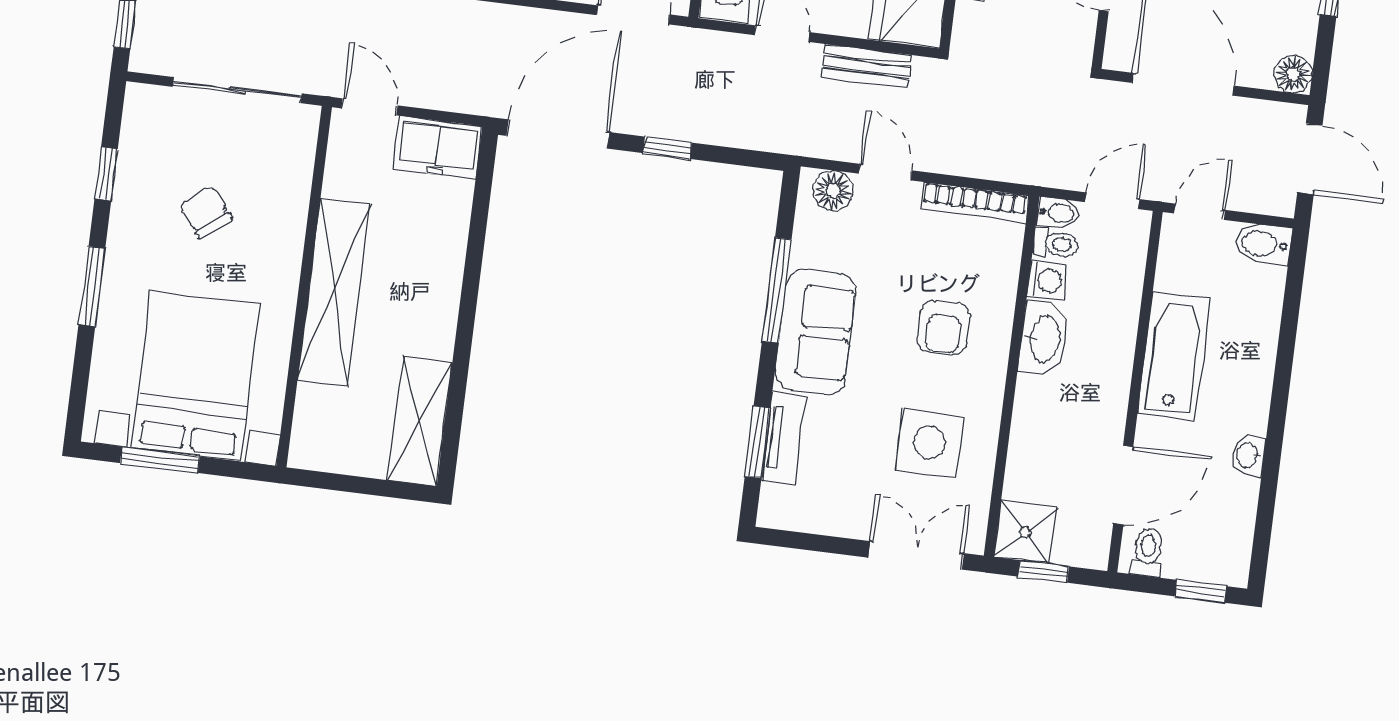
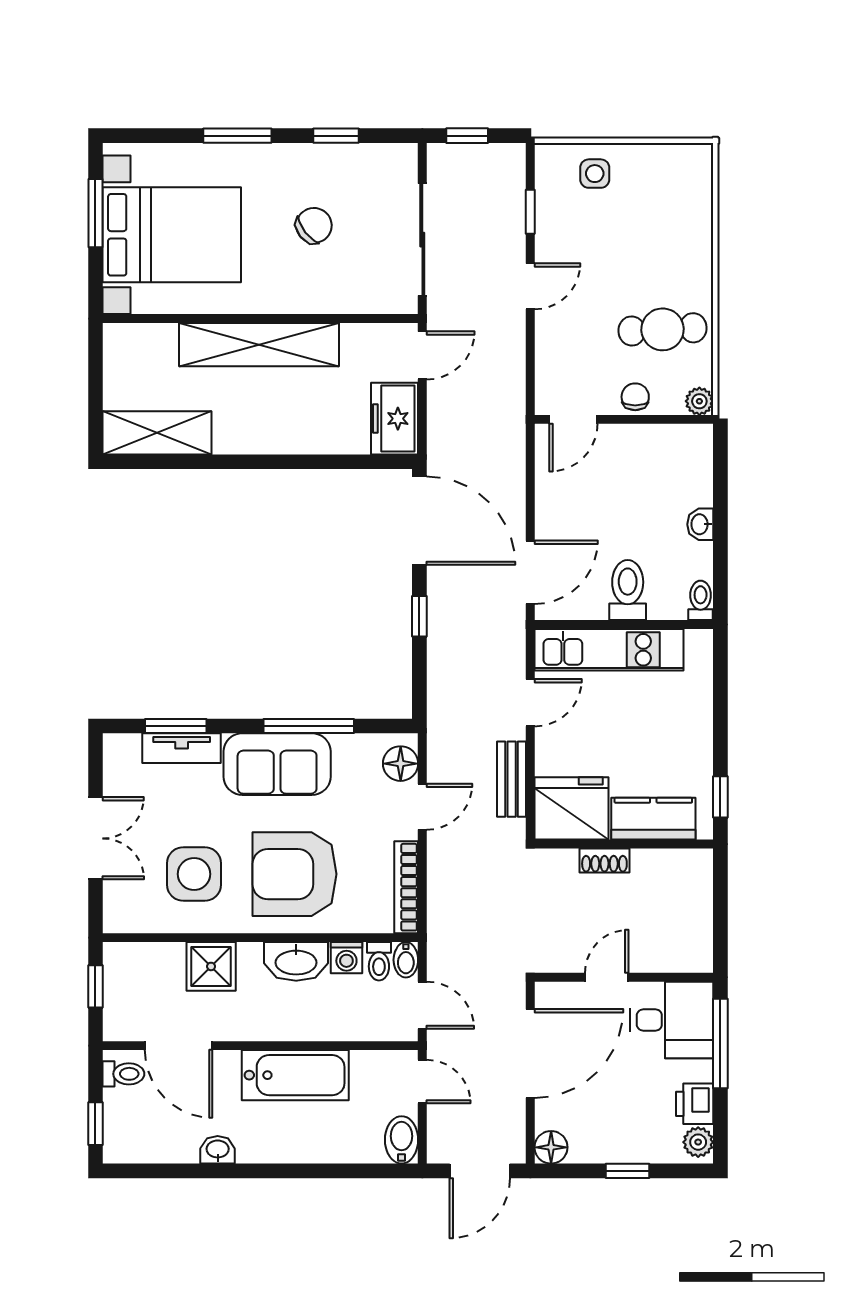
armchair: (944, 328) -> (295, 874), width x1.88, depth x1.88
shower: (1025, 532) -> (211, 966), moved
double door: (916, 555) -> (95, 838), moved

